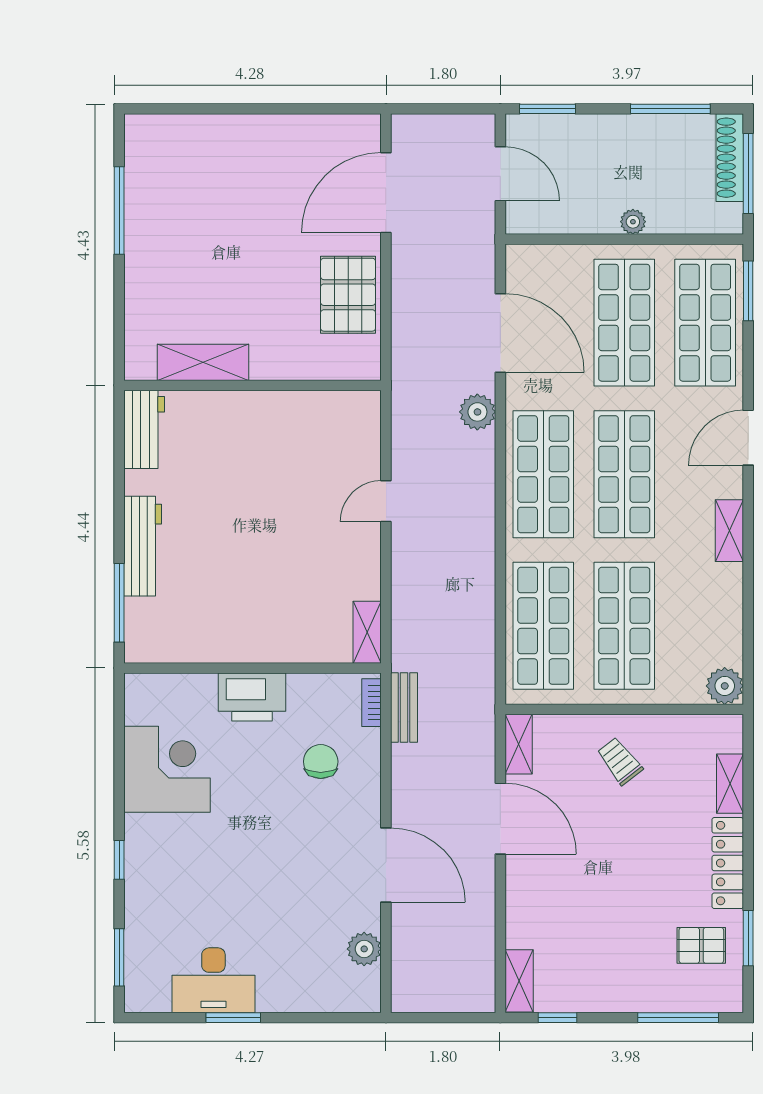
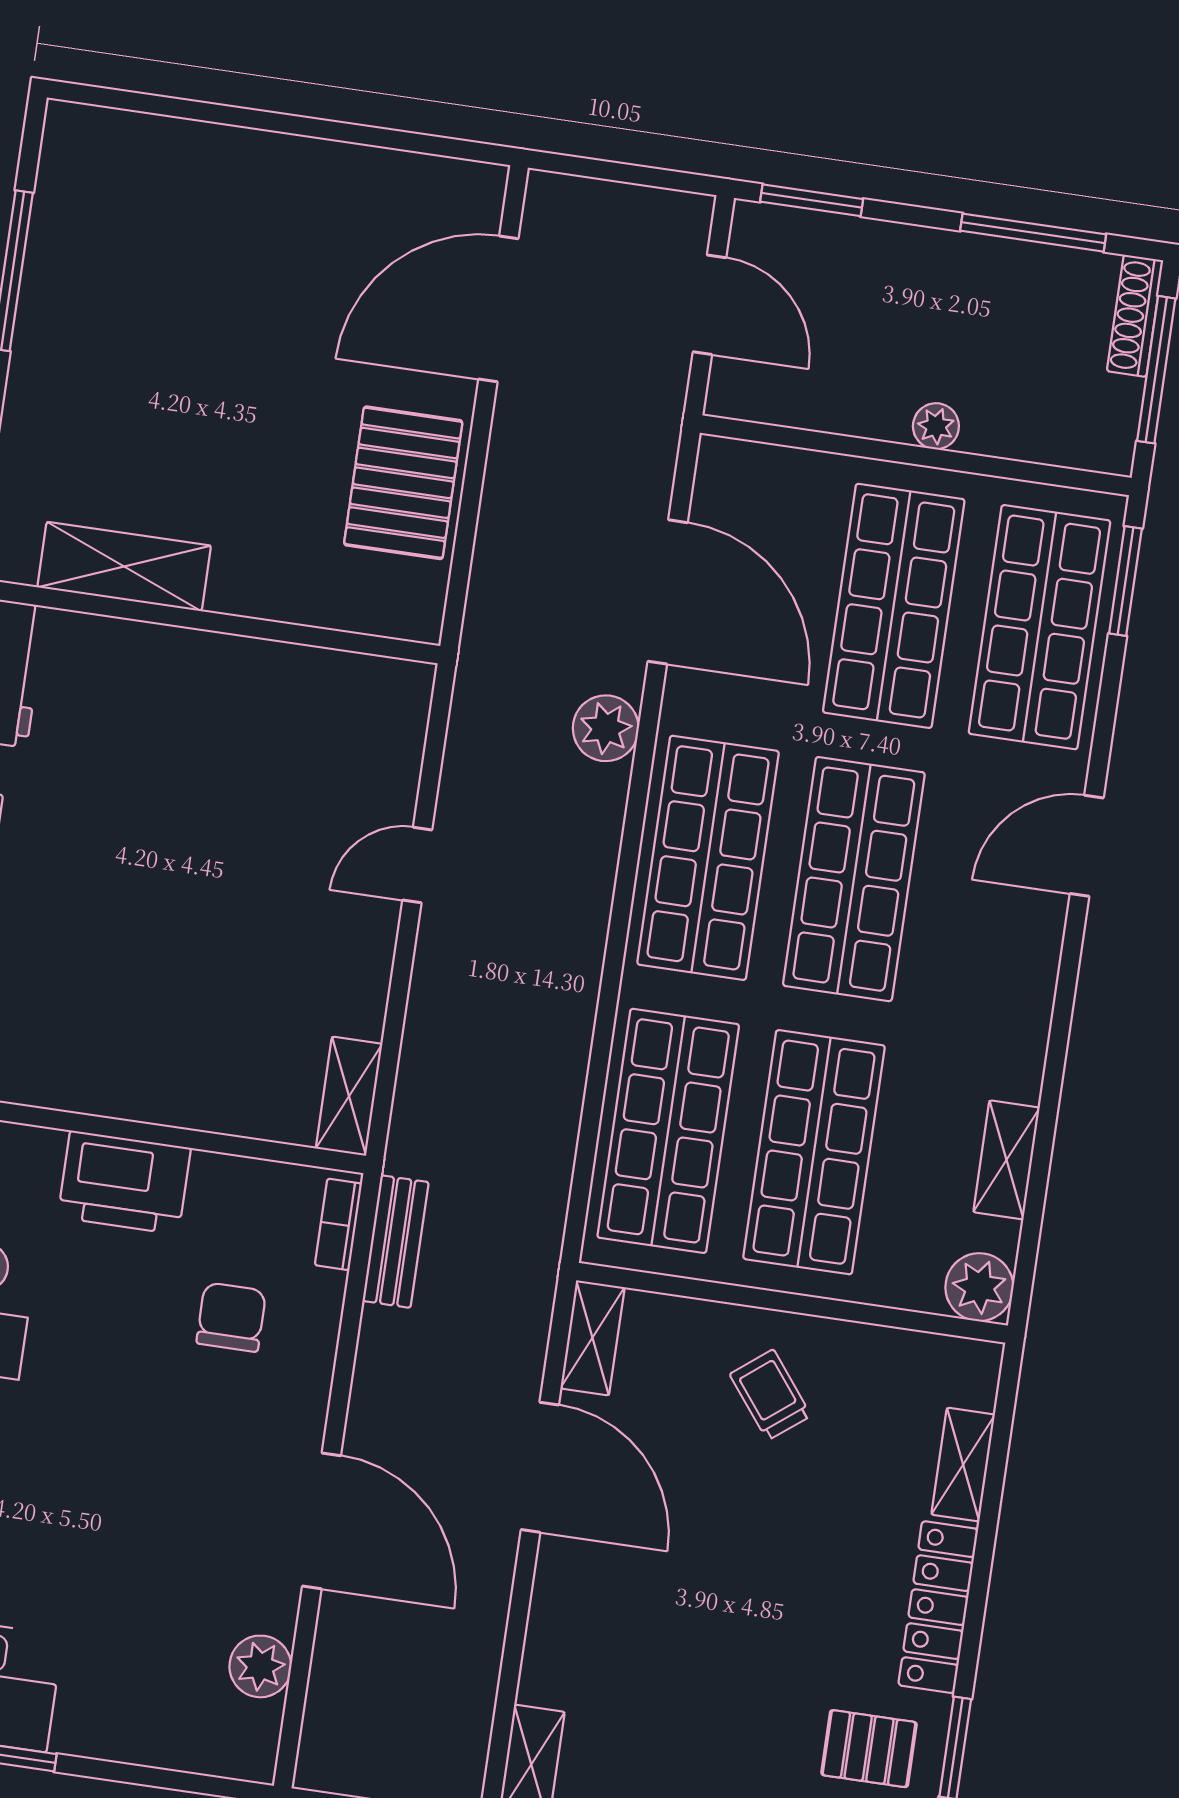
shoe rack: (730, 158) -> (1135, 316), width x0.74, depth x0.81
shelving: (729, 531) -> (1006, 1160), moved

